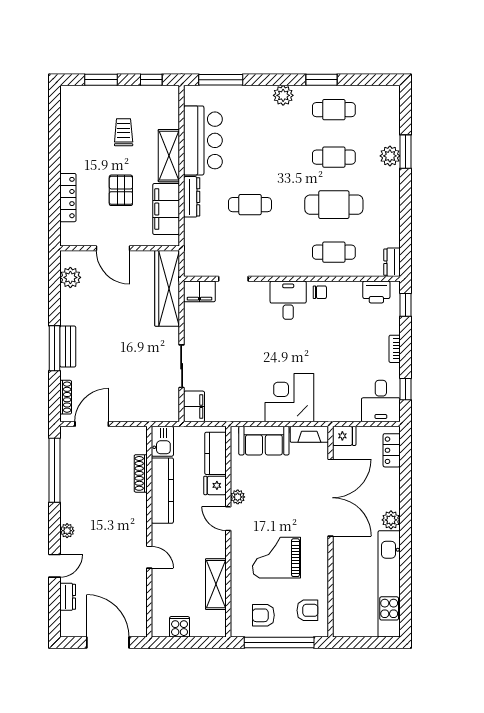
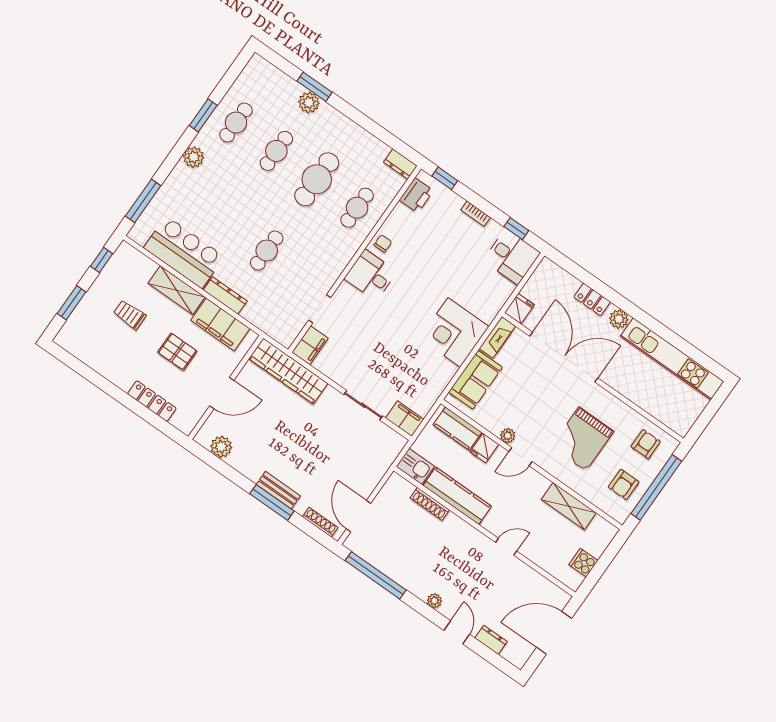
locker: (392, 450) -> (592, 299), moved

